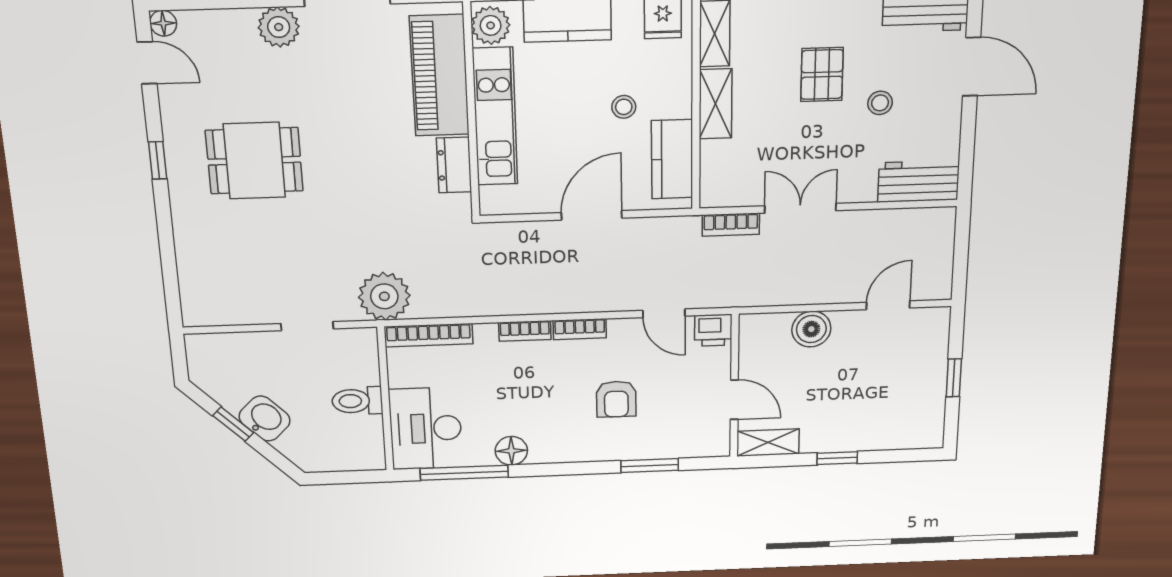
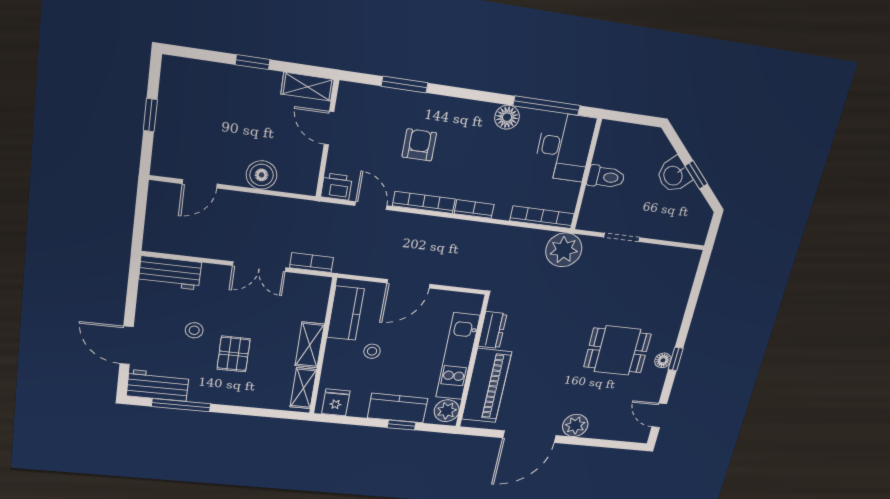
floor lamp: (163, 23) -> (663, 360), moved
bookcase: (580, 329) -> (424, 202), width x1.56

